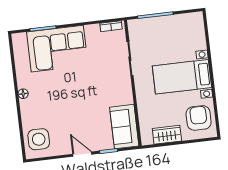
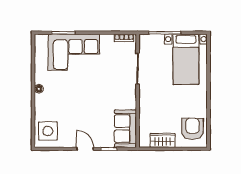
bed with nightstands: (182, 77) -> (186, 59), moved, turned -90

